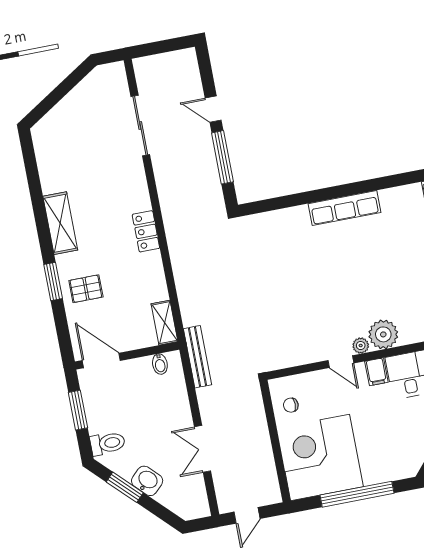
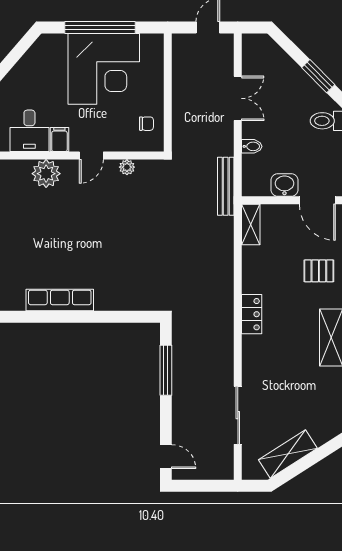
shelving: (81, 96) -> (288, 454), added
door: (213, 109) -> (166, 457), moved
plant: (361, 346) -> (127, 167), moved
door: (341, 362) -> (91, 156), swing flipped
bidet: (160, 364) -> (252, 146), moved, turned 90
corner desk: (320, 457) -> (104, 69), moved
washbasin: (147, 481) -> (284, 185), moved, turned 135

